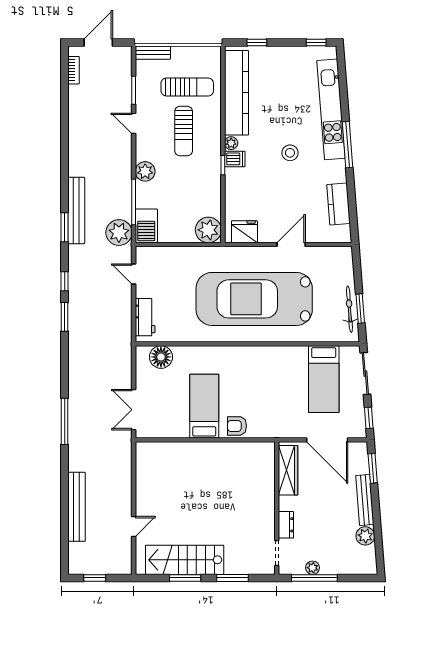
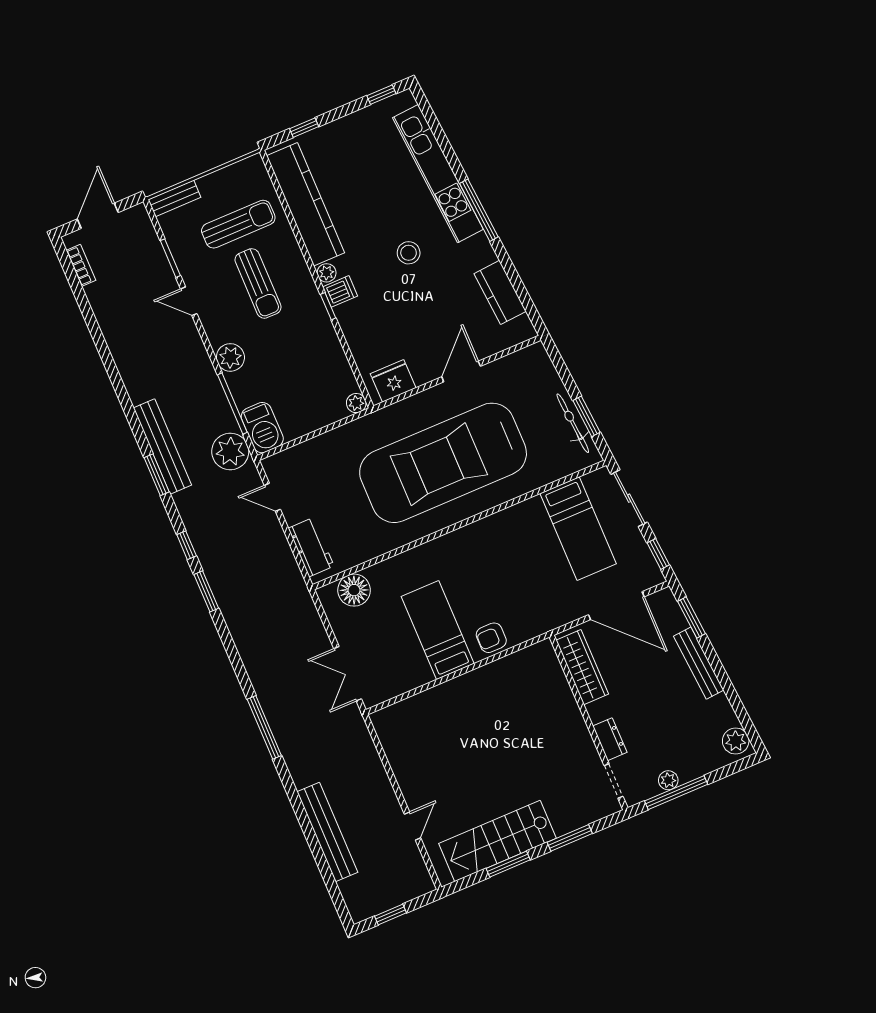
plant: (208, 230) -> (356, 403), width x0.53, depth x0.53
plant: (365, 536) -> (736, 741), moved

